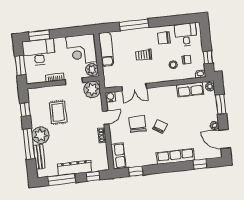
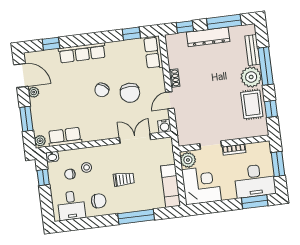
plant: (92, 89) -> (187, 135), removed
rug: (58, 112) -> (252, 104), moved

